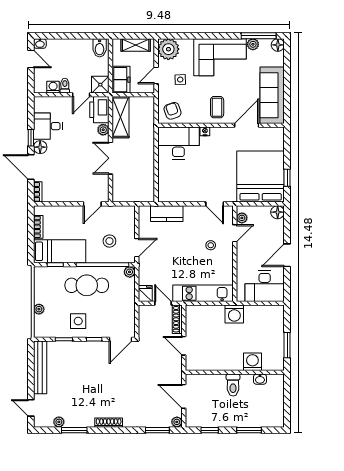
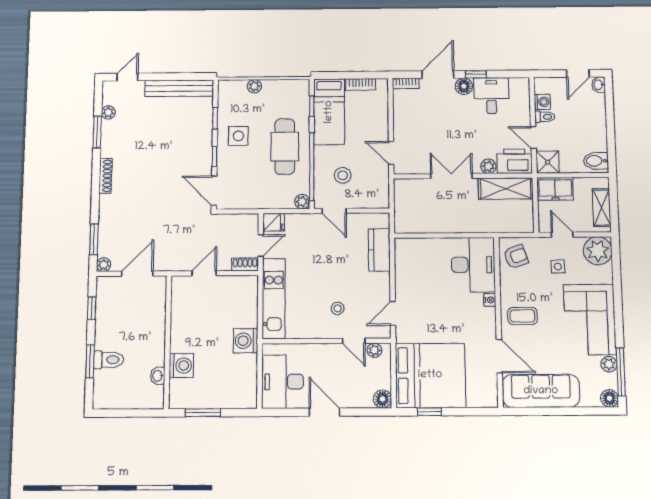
shoe rack: (177, 319) -> (245, 264), width x0.70
toilet: (233, 385) -> (109, 360), moved, turned 180

